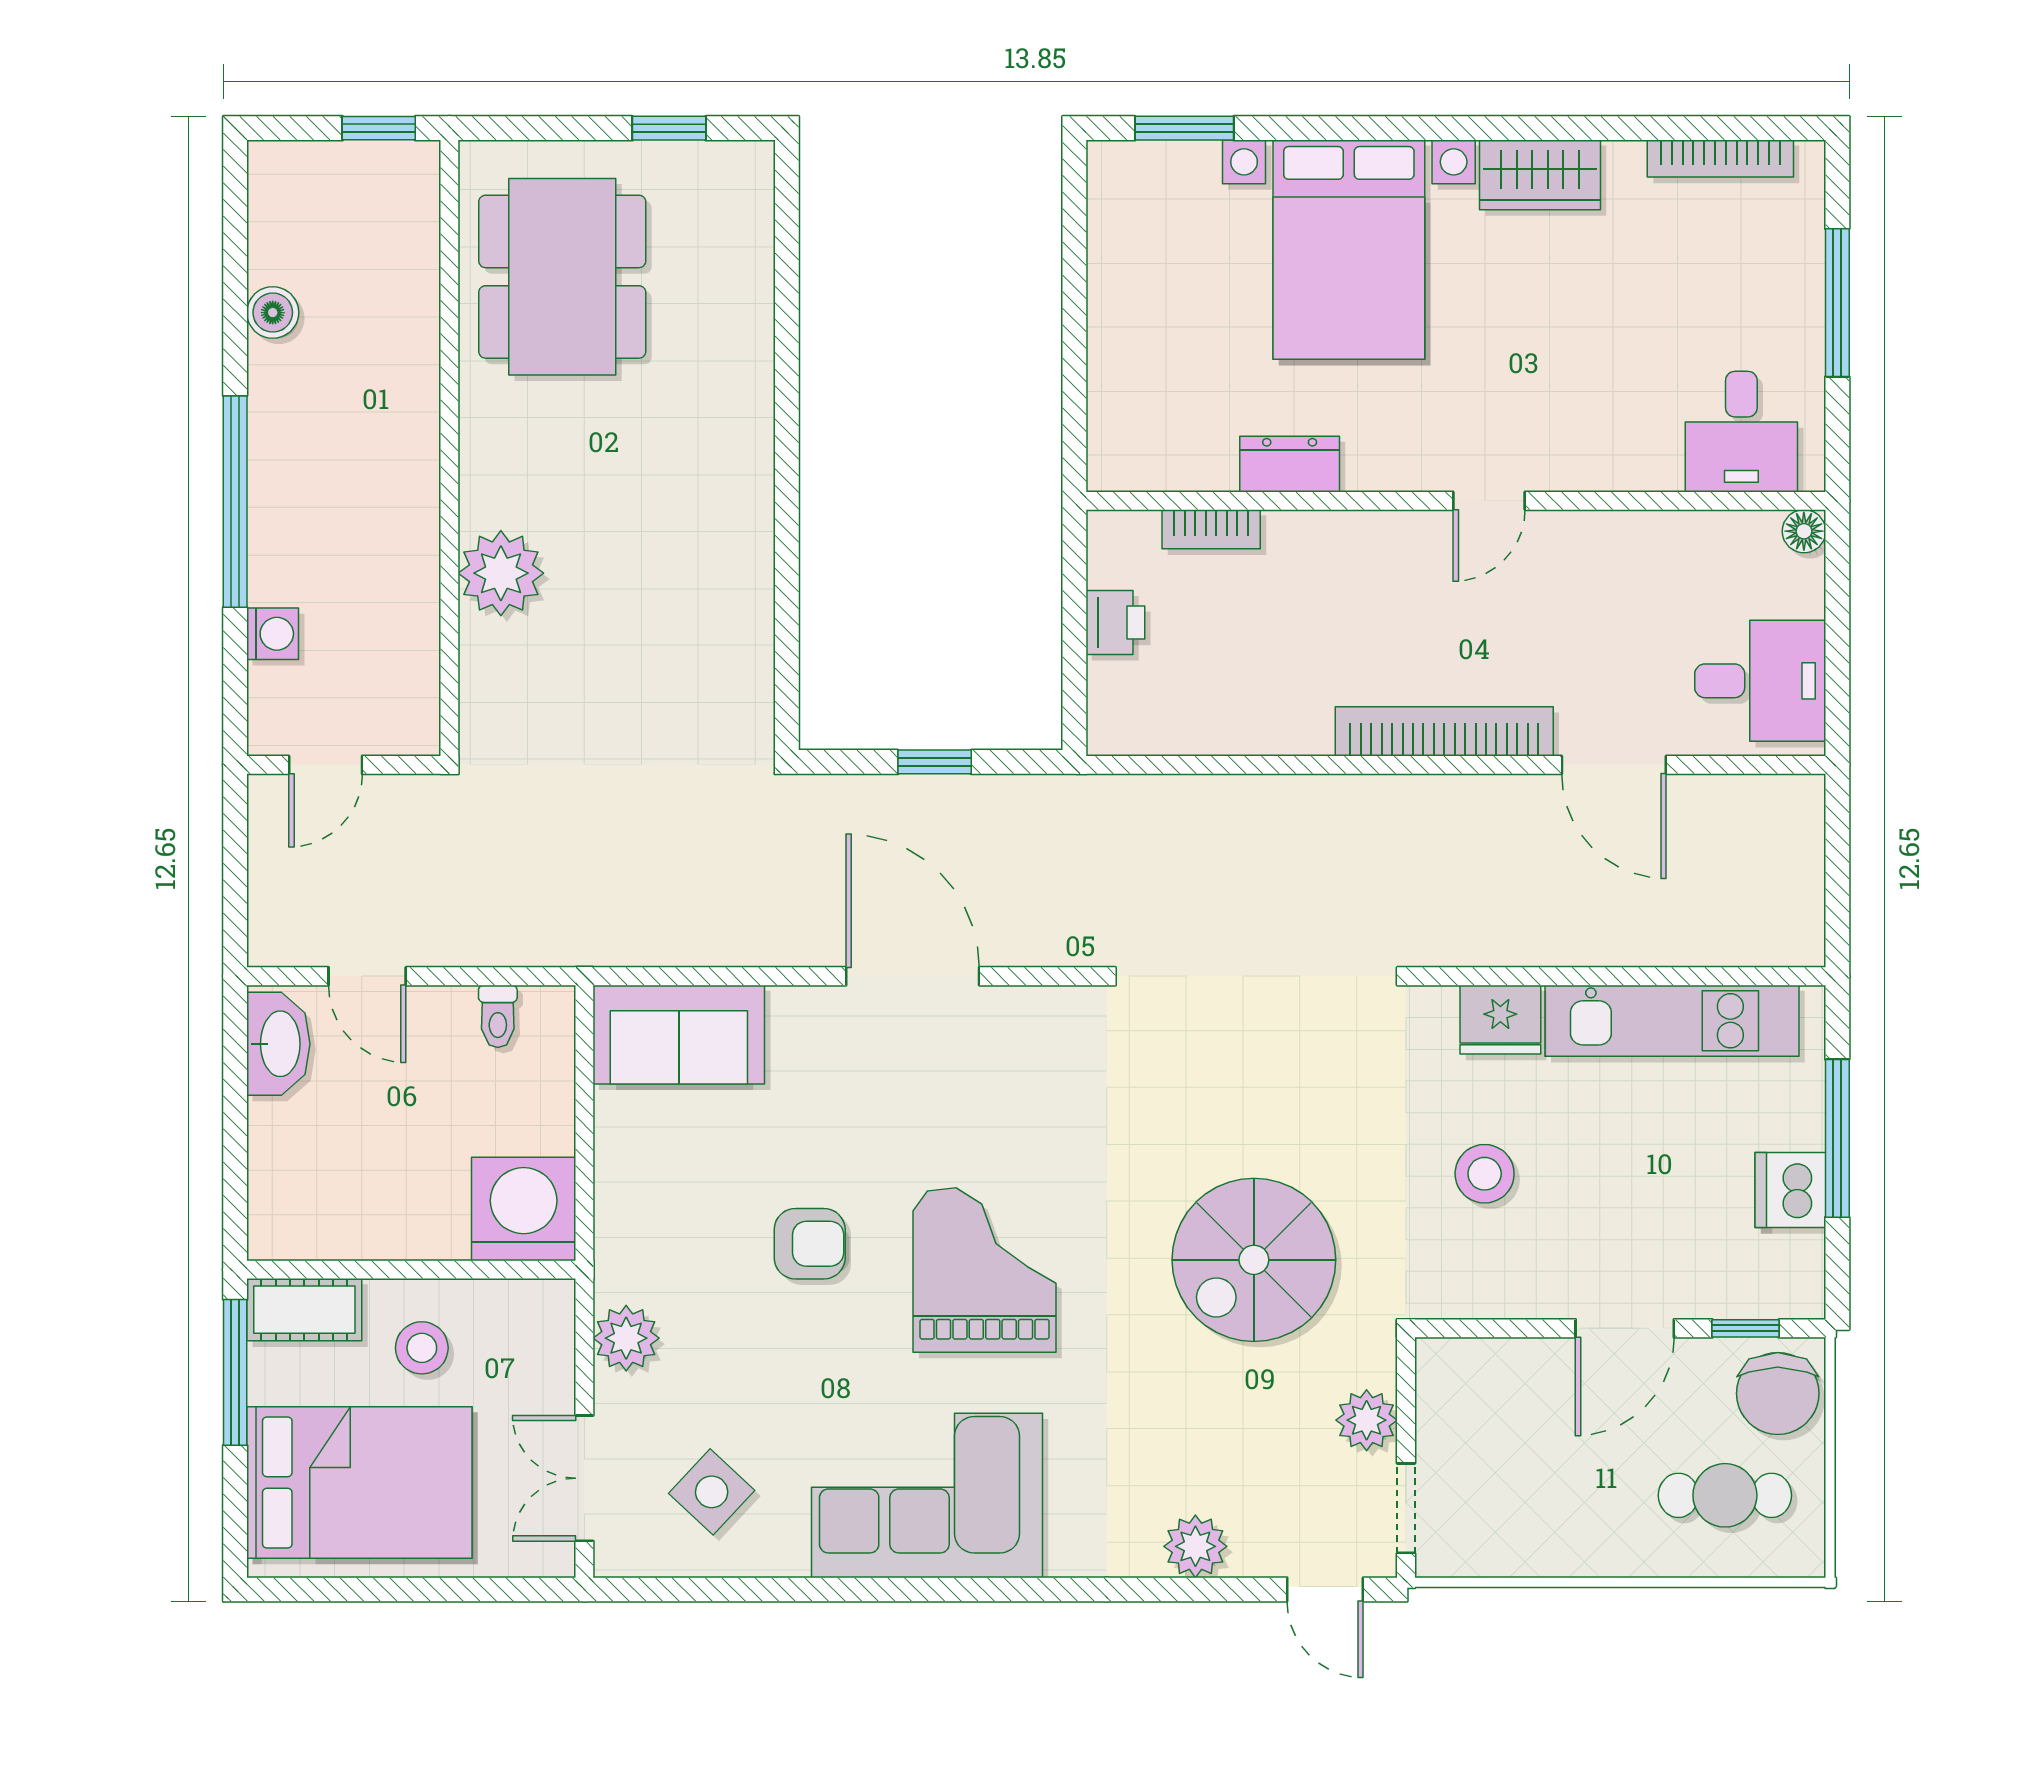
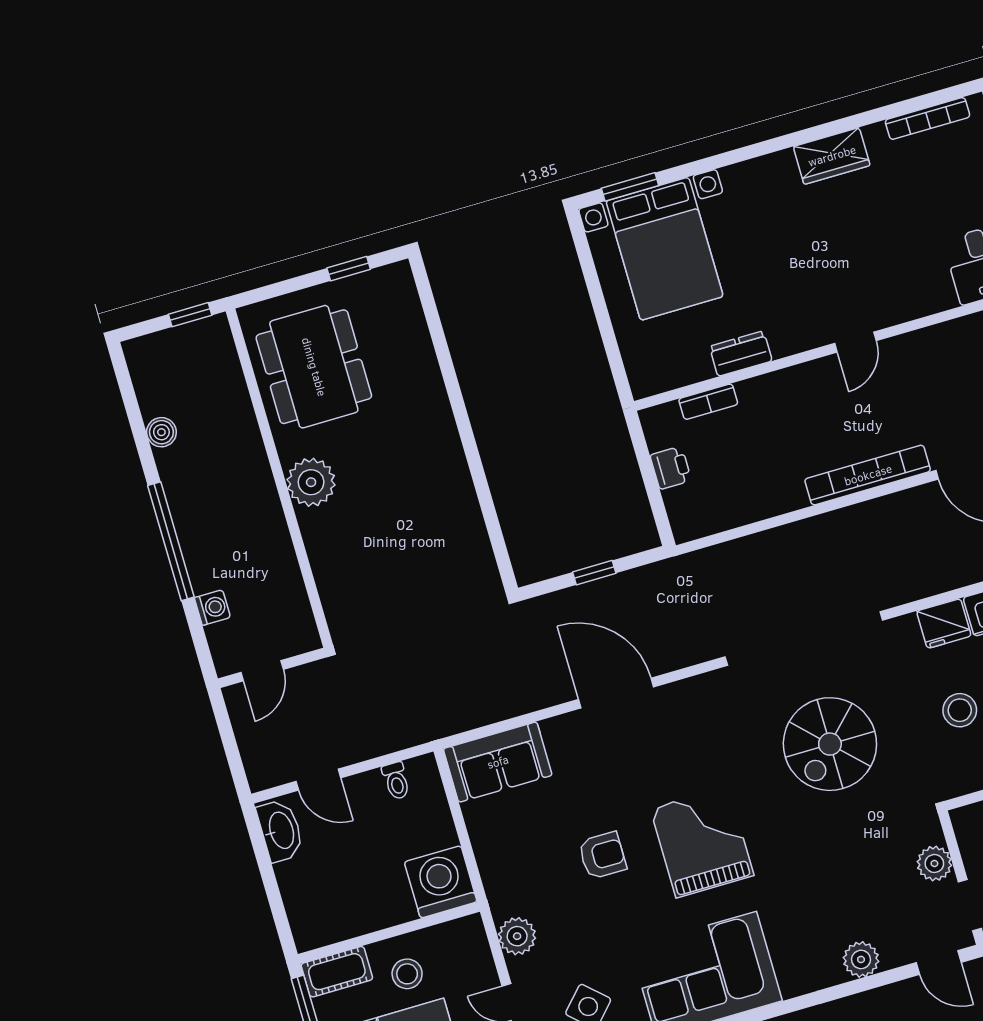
bed with nightstands: (1349, 250) -> (665, 249), moved
plant: (501, 573) -> (311, 482), moved
spiral stairs: (1254, 1260) -> (830, 744), moved

